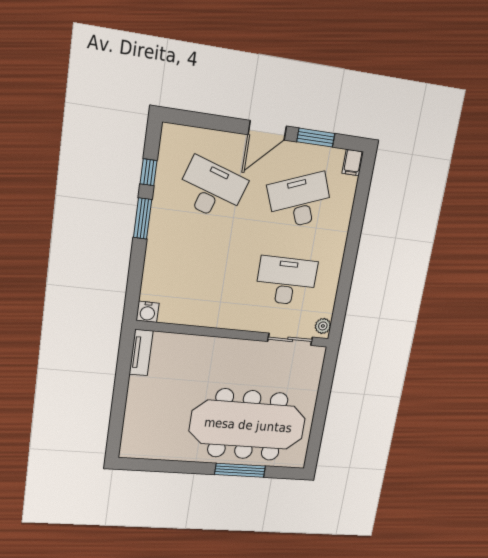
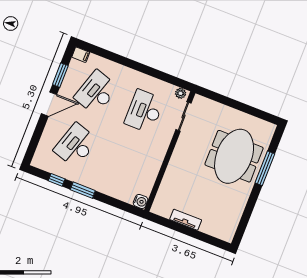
door: (267, 130) -> (49, 104), hinge flipped
desk: (300, 201) -> (96, 92), turned 39
tv unit: (141, 353) -> (186, 220), moved
meeting table: (248, 425) -> (234, 156), width x0.73

